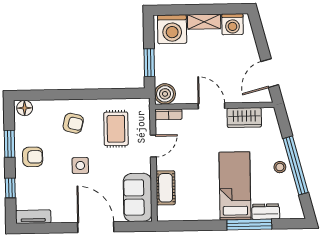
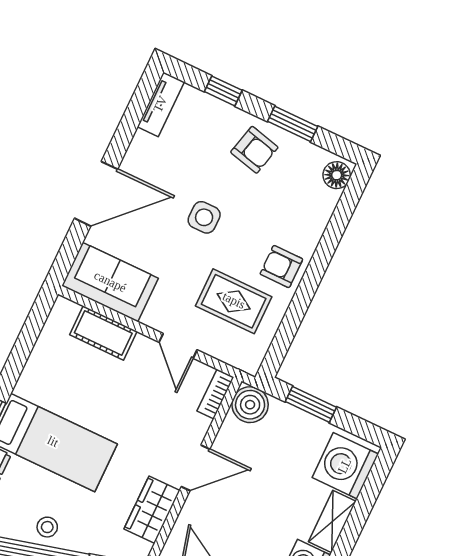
armchair: (73, 123) -> (281, 267), moved, turned 76
armchair: (33, 157) -> (254, 150), turned -76

